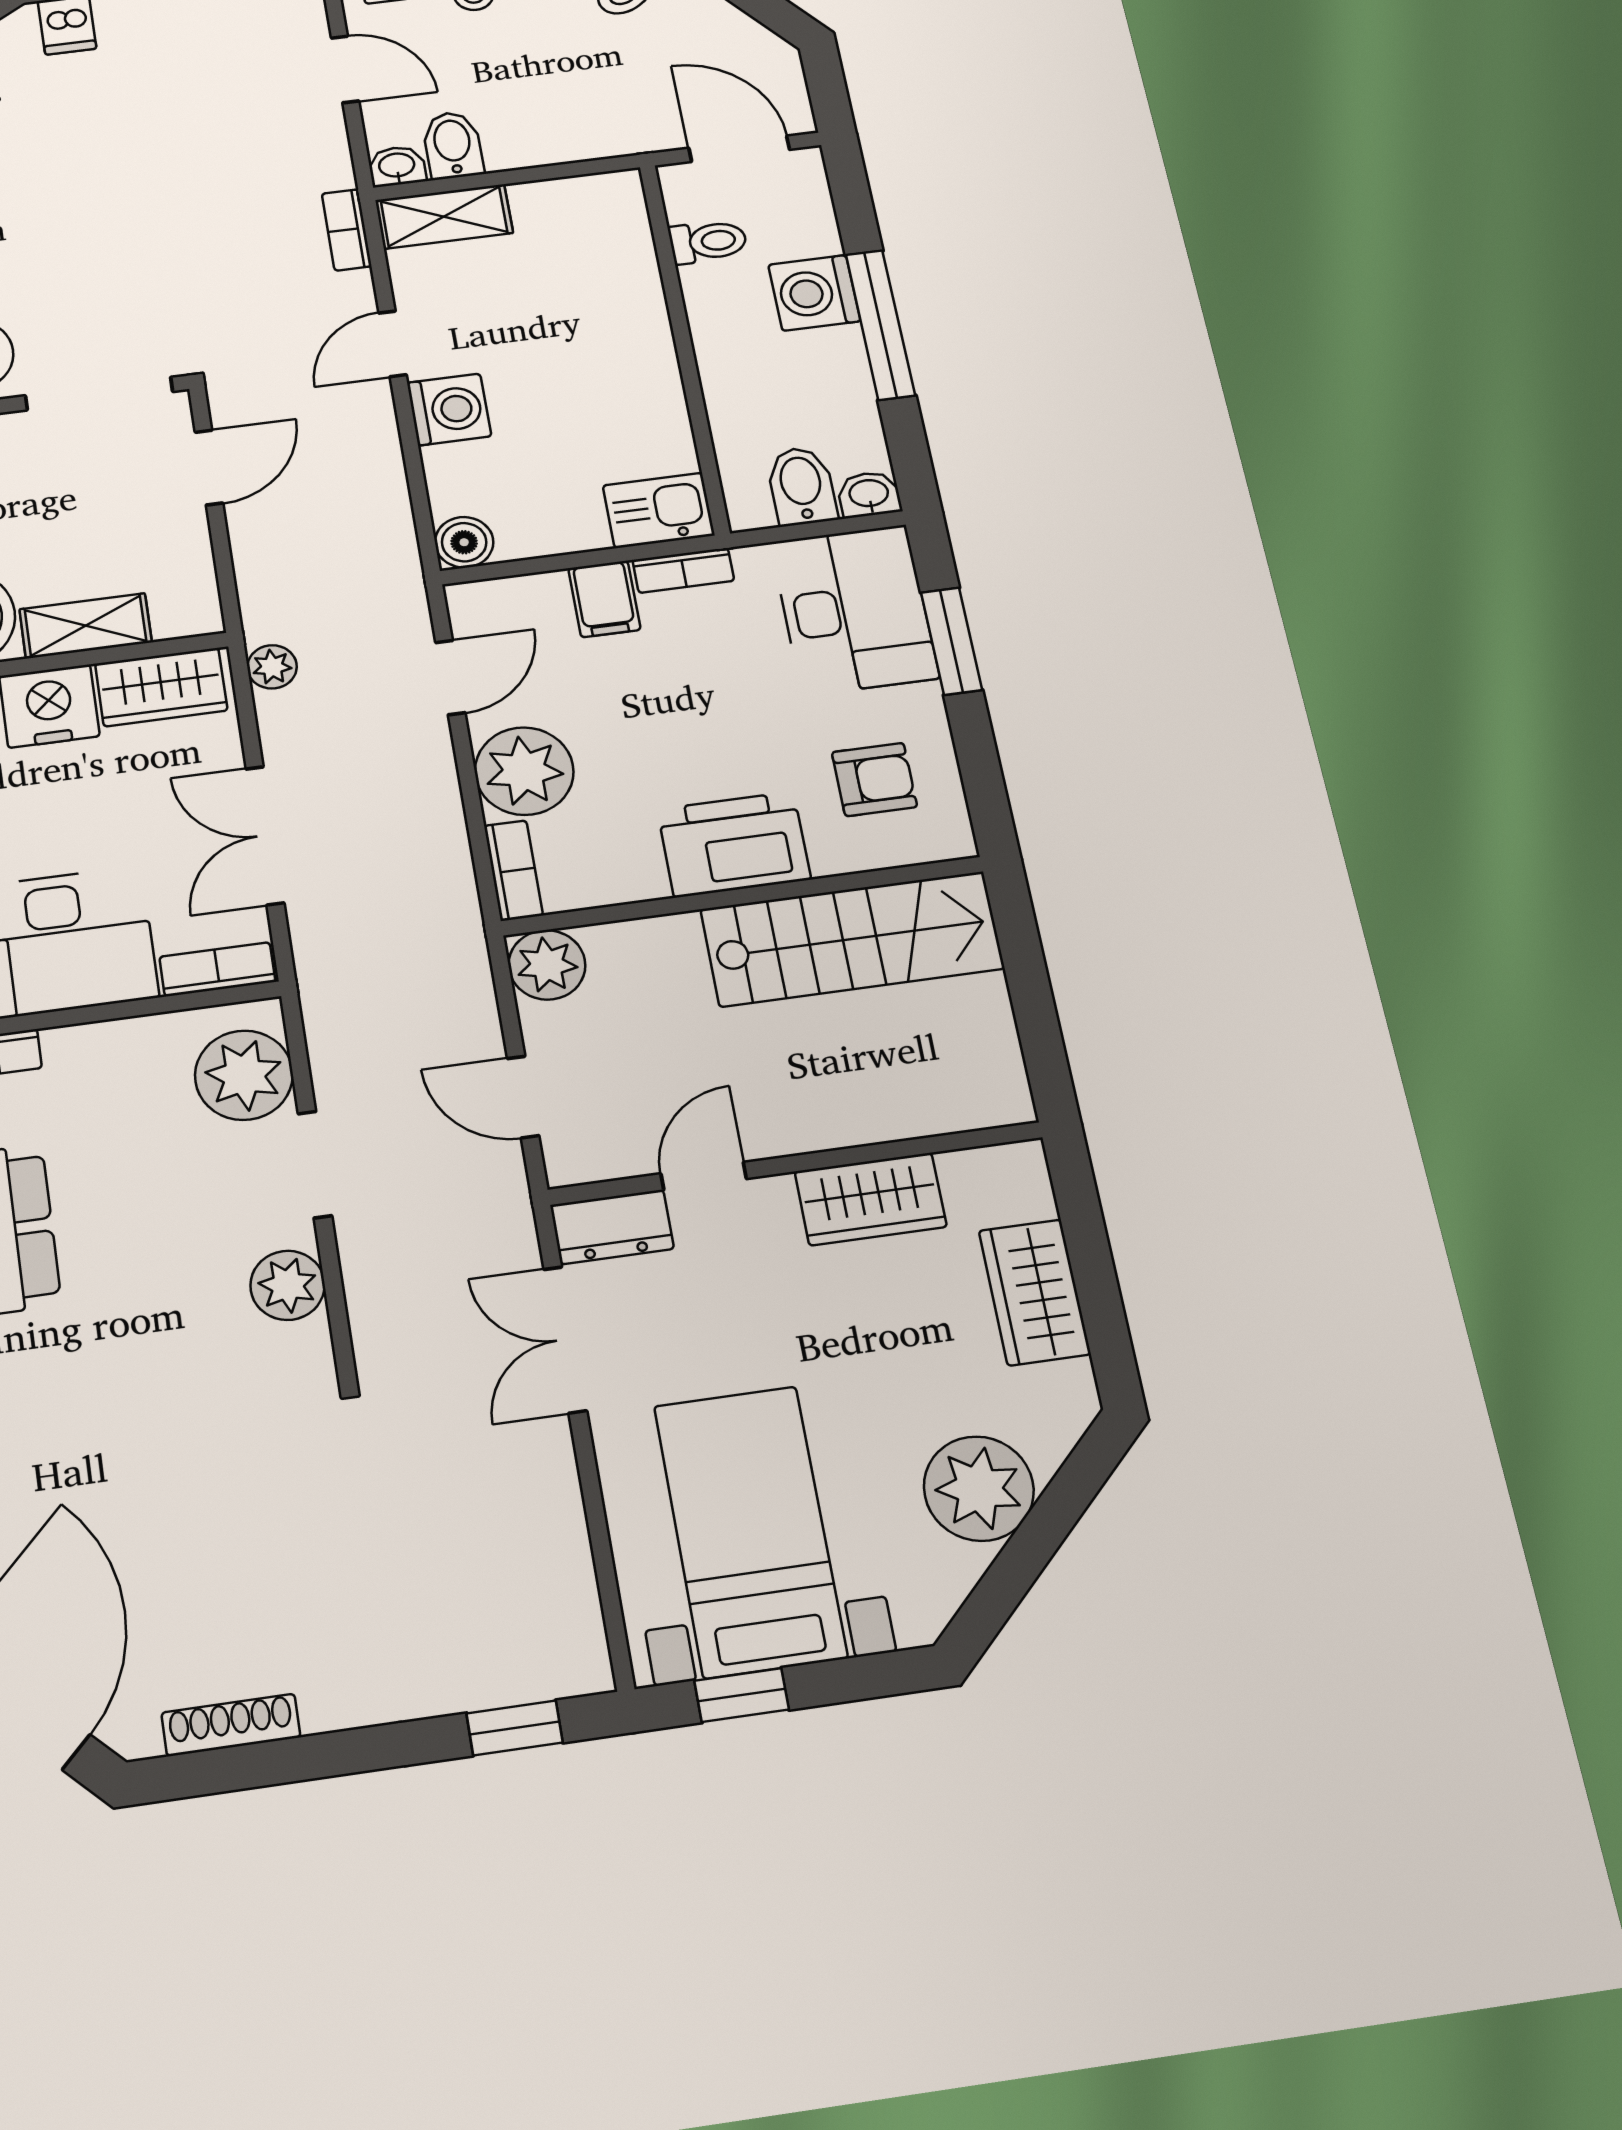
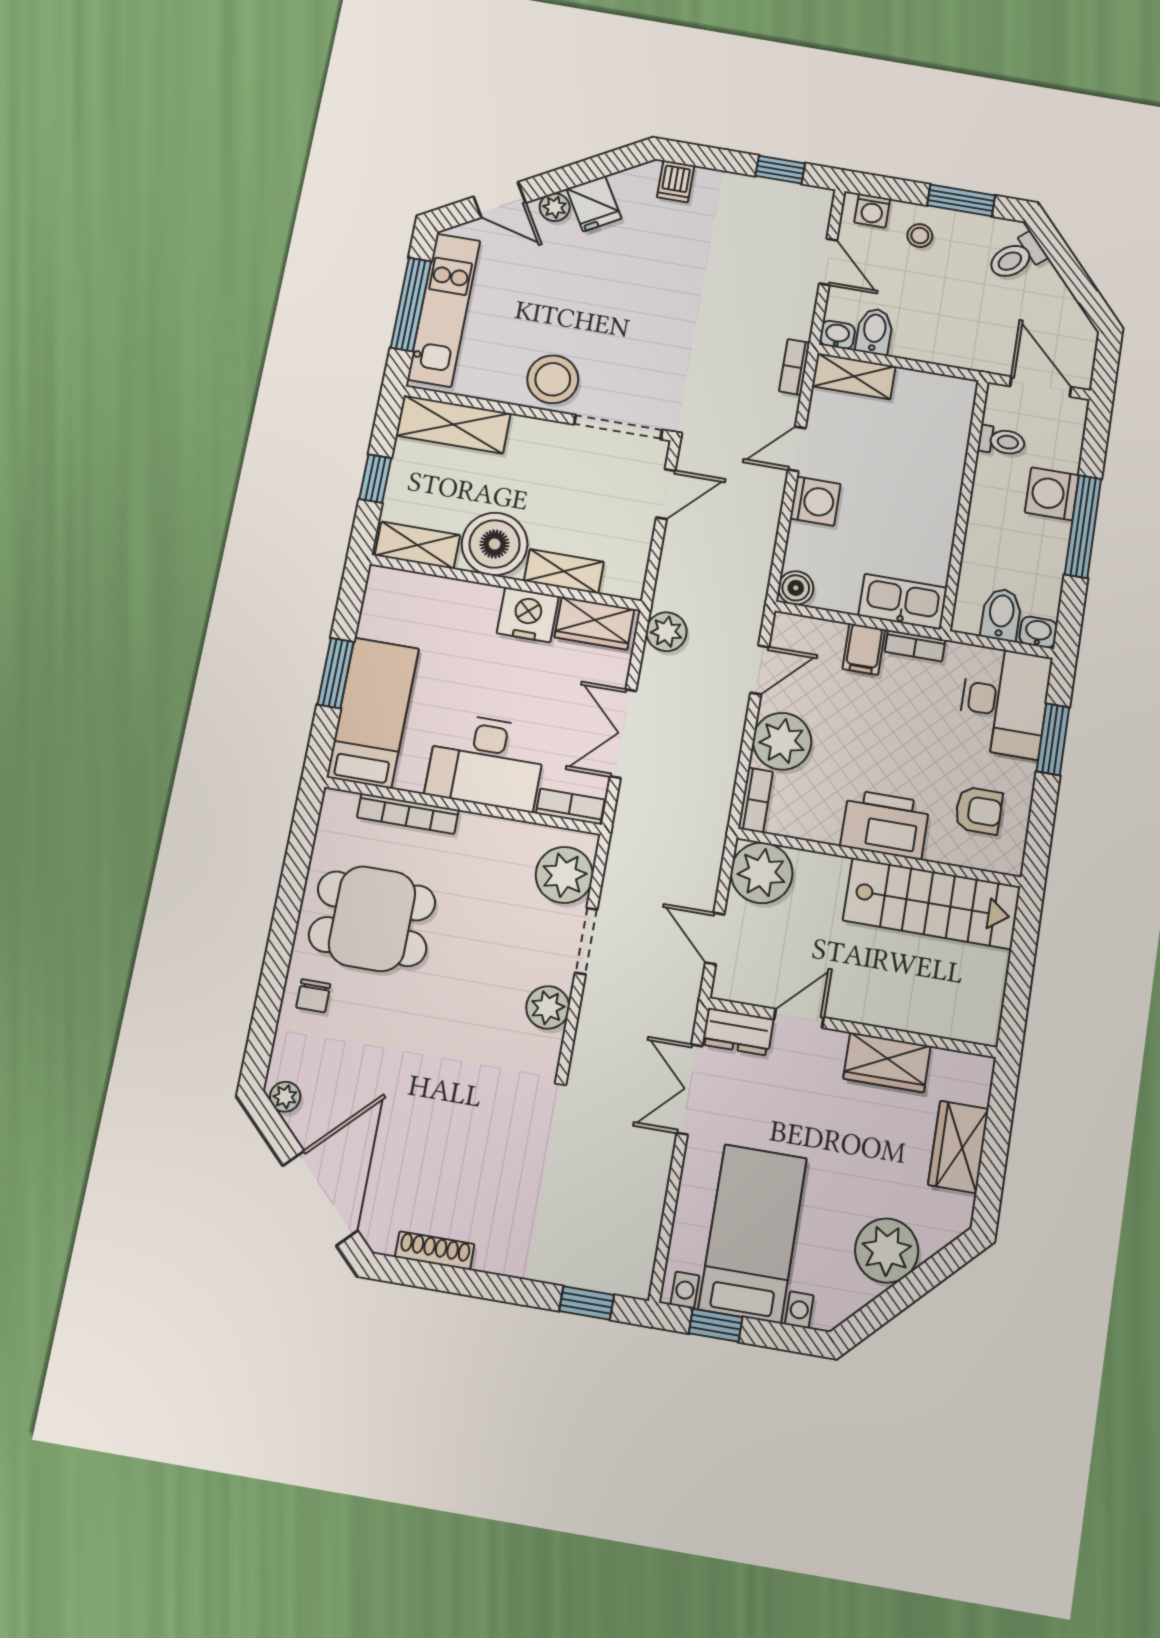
kitchen sink: (659, 510) -> (903, 602), width x1.38
plant: (272, 667) -> (666, 632), width x1.38, depth x1.38
plant: (547, 965) -> (762, 873), width x1.36, depth x1.36

